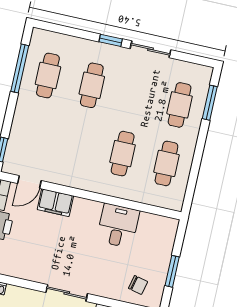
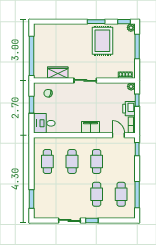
cafe table: (180, 105) -> (97, 161), moved
door: (29, 182) -> (118, 135), hinge flipped
filing cabinet: (55, 203) -> (90, 127), moved
desk: (118, 226) -> (44, 123), moved, turned 90

